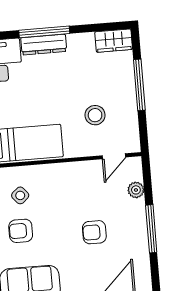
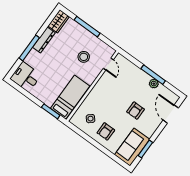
dresser: (44, 45) -> (44, 40), moved
plant: (136, 190) -> (154, 84), moved
armchair: (94, 232) -> (135, 111), moved

